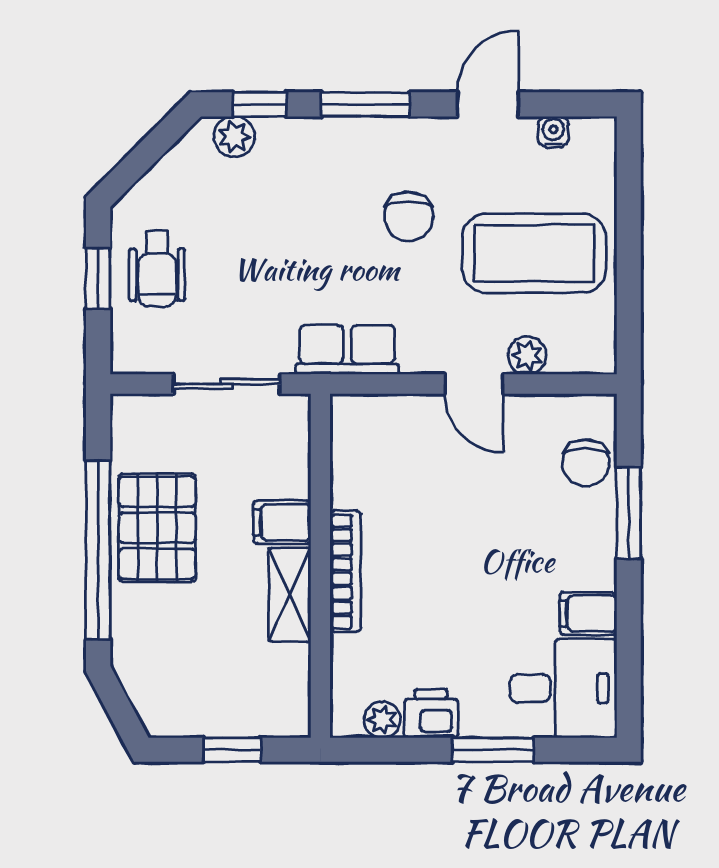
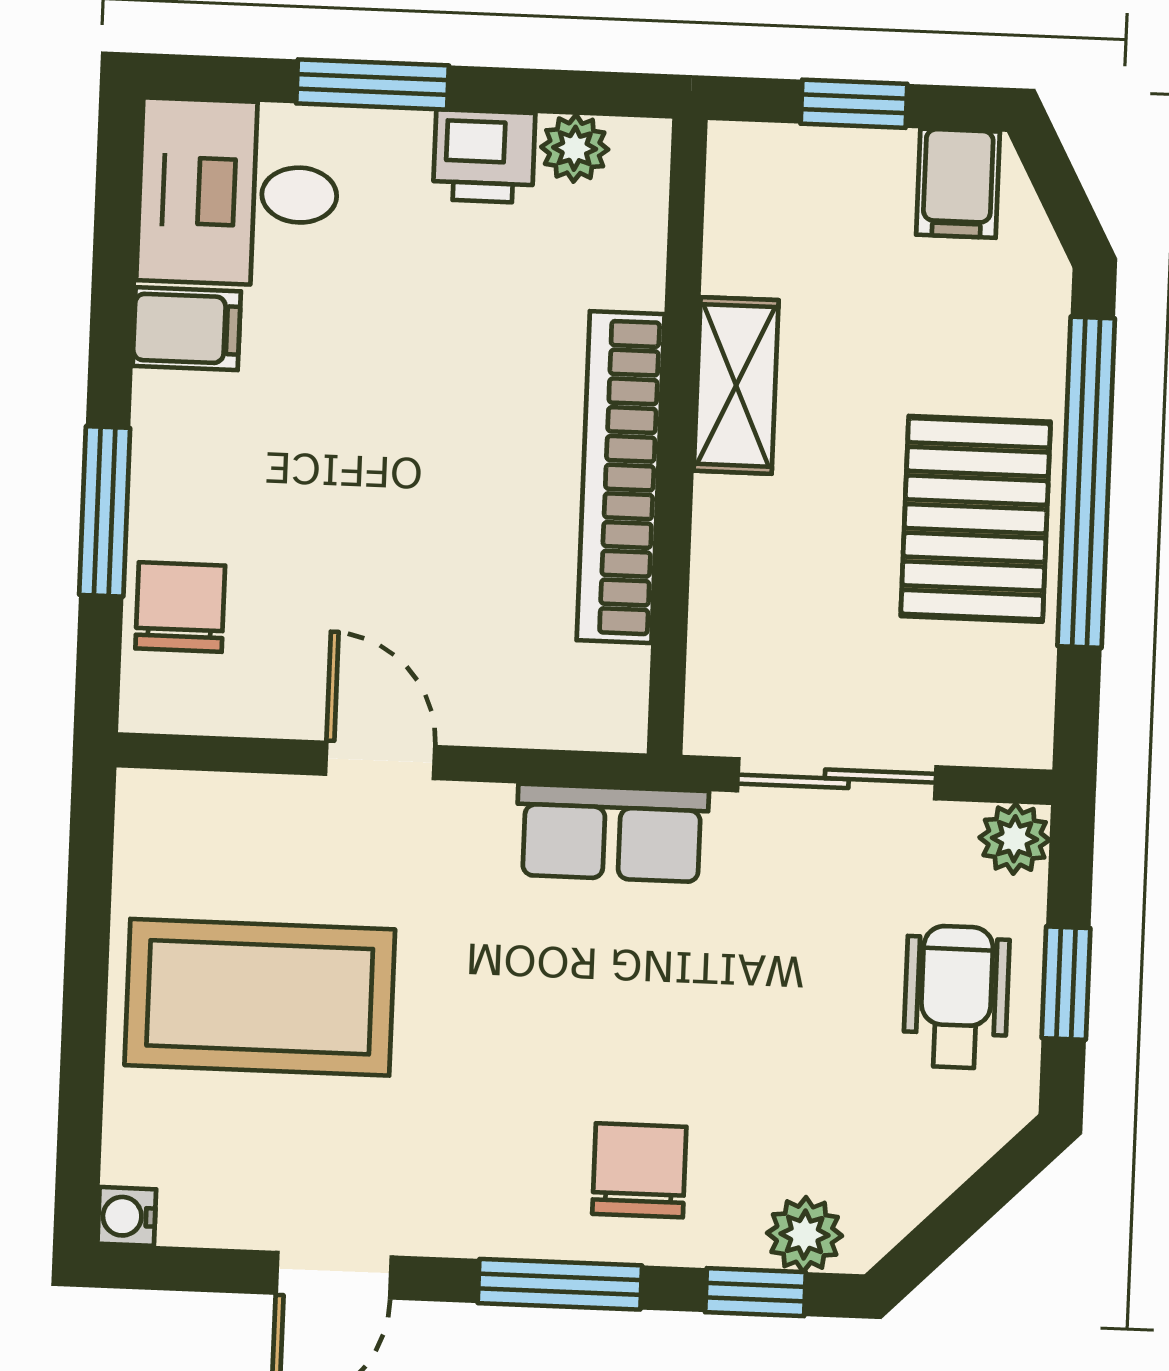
water cooler: (553, 132) -> (127, 1216), moved, turned 90
chair: (409, 216) -> (639, 1170), moved
plant: (527, 355) -> (1015, 839), moved
filing cabinet: (282, 522) -> (958, 183), moved, turned 90
bookcase: (345, 572) -> (621, 477), width x1.48, depth x1.31

